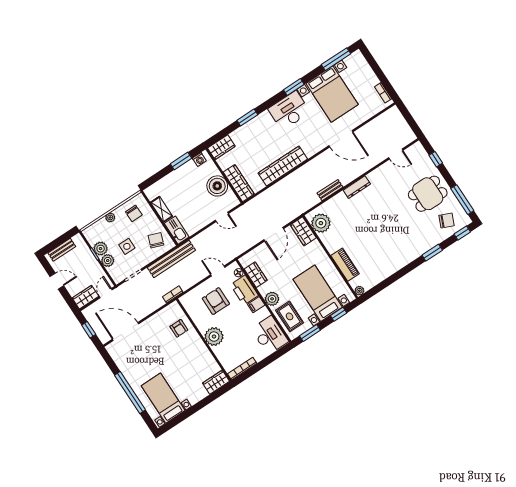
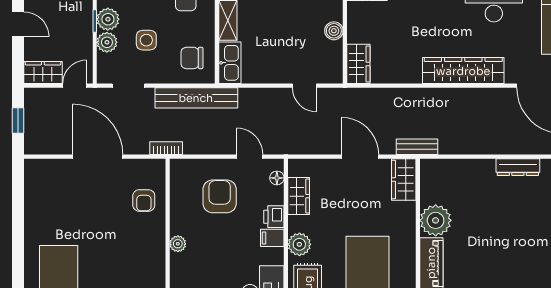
wardrobe: (283, 166) -> (463, 71), moved
wardrobe: (239, 183) -> (358, 64), width x0.67
boiler: (217, 186) -> (334, 31), width x0.54, depth x0.54
bench: (330, 190) -> (417, 147), moved
plant: (321, 223) -> (436, 220), moved
door: (274, 234) -> (360, 157), swing flipped
chair: (156, 240) -> (192, 58), turned -110
printer: (244, 290) -> (274, 217), width x0.53, depth x0.68
door: (126, 332) -> (98, 157), moved
plant: (214, 337) -> (178, 244), width x0.53, depth x0.53
window: (130, 393) -> (18, 245), removed

